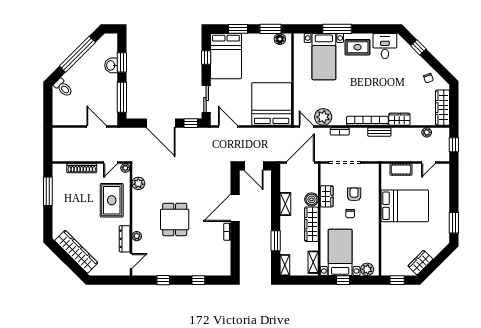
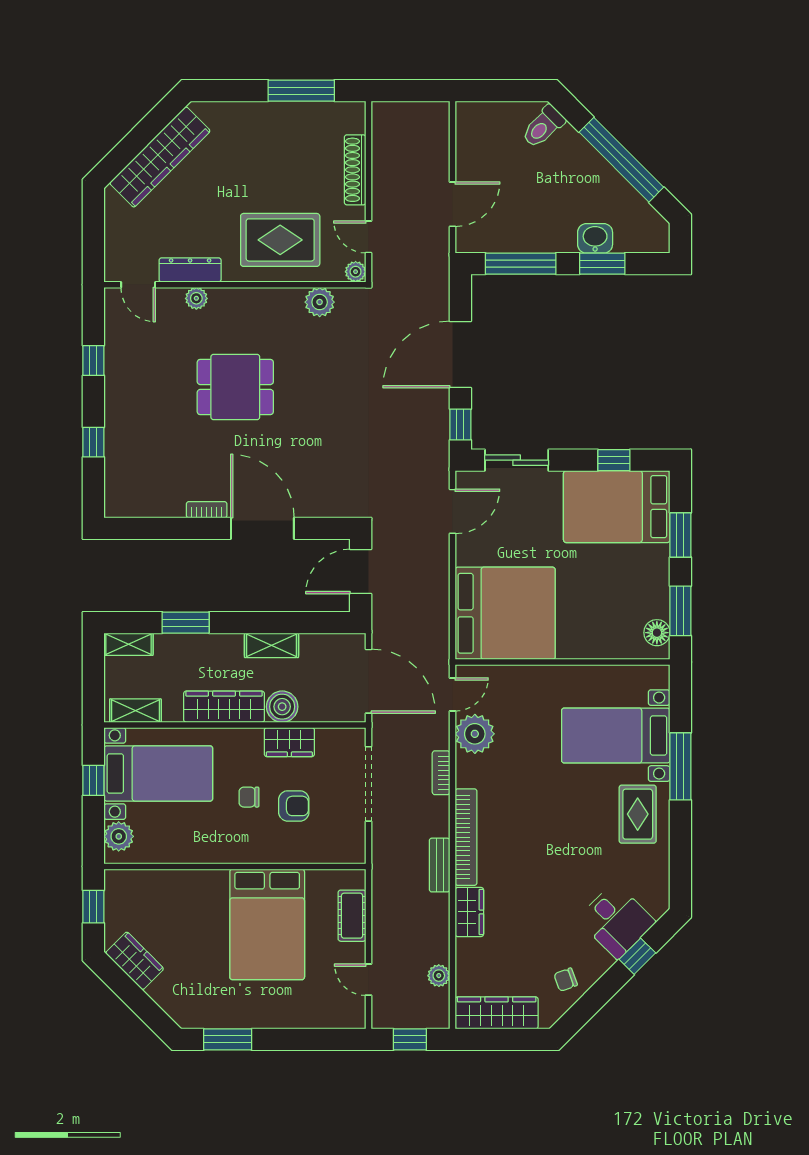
desk: (385, 46) -> (616, 920), moved, turned 45

